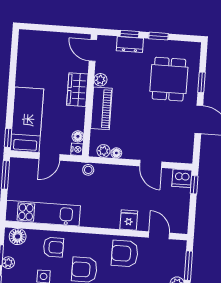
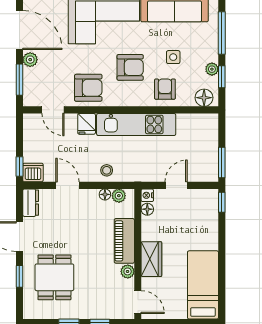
dresser: (130, 44) -> (31, 203), moved, turned 90
bed: (27, 120) -> (203, 285), moved, turned 180
stool: (88, 170) -> (107, 170), moved
kitchen unit: (43, 213) -> (136, 124), moved
armchair: (53, 247) -> (165, 89), turned 90

